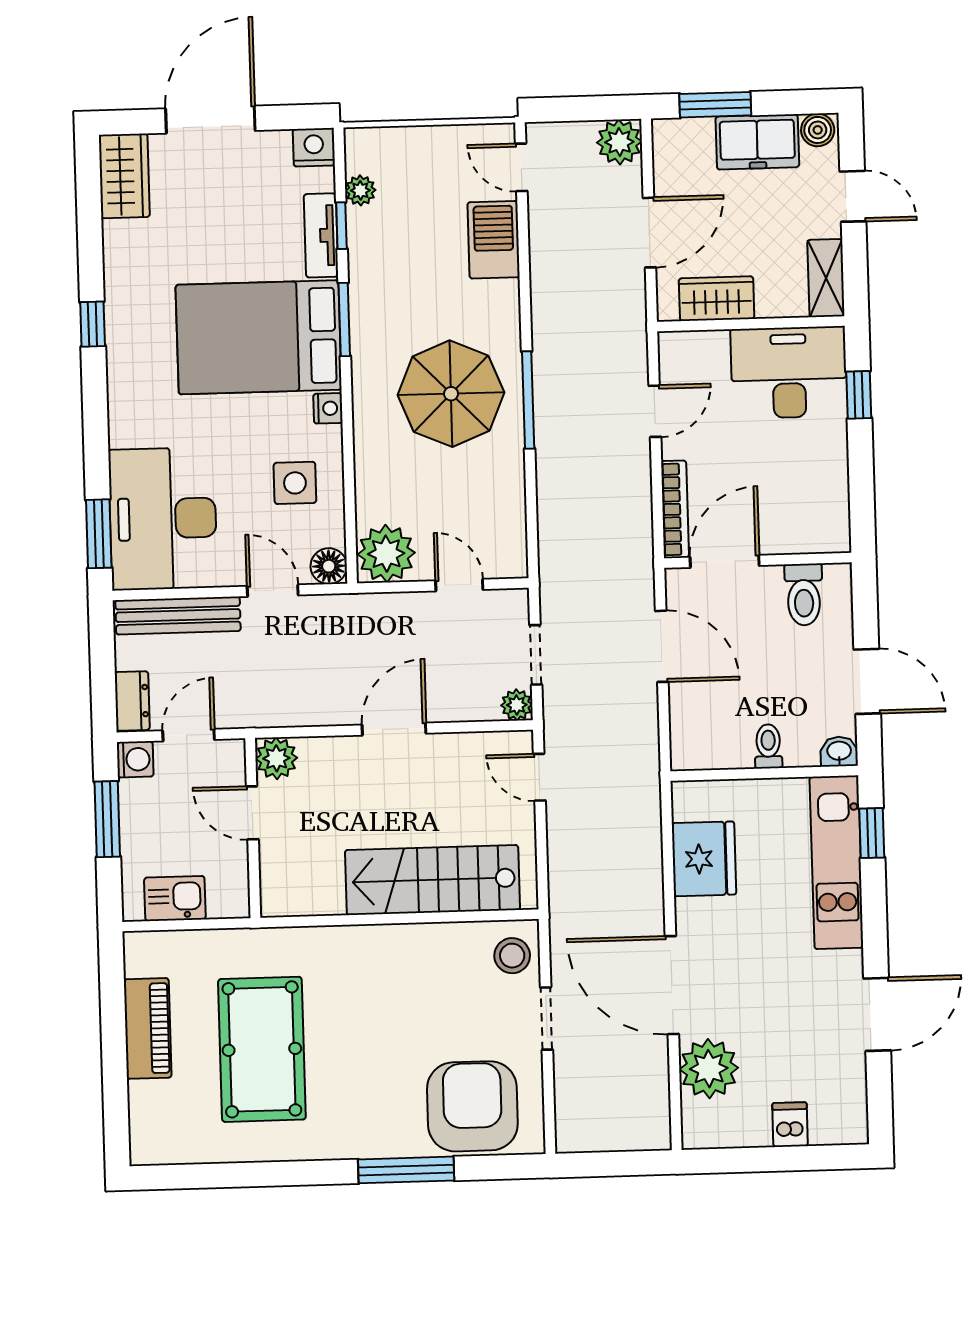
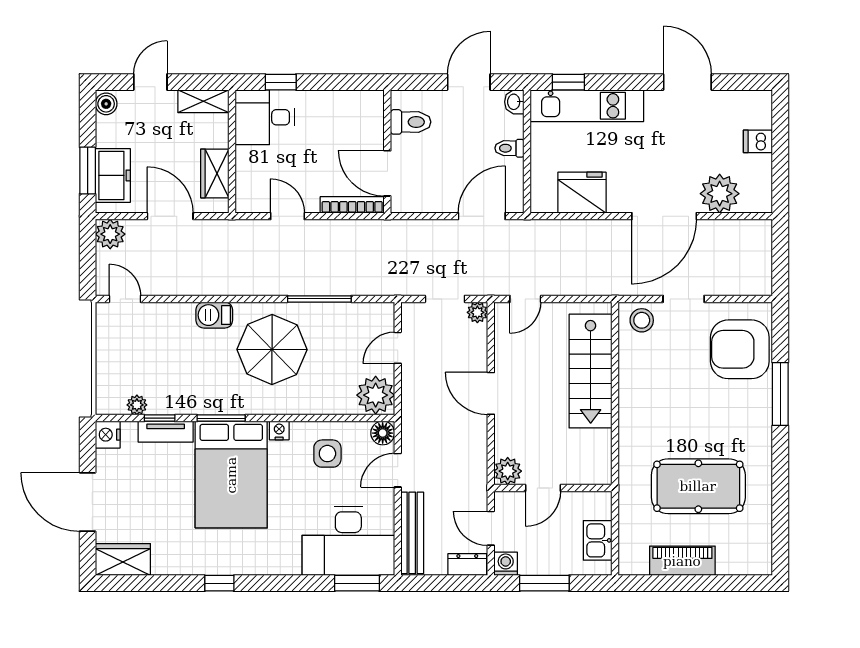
freezer: (757, 142) -> (113, 175), moved
door: (521, 167) -> (125, 299), swing flipped
barbecue: (494, 240) -> (214, 315), moved, width x0.73, depth x0.79
desk: (789, 373) -> (265, 117), width x0.73
window: (528, 400) -> (319, 299), moved
door: (662, 646) -> (482, 216), moved

